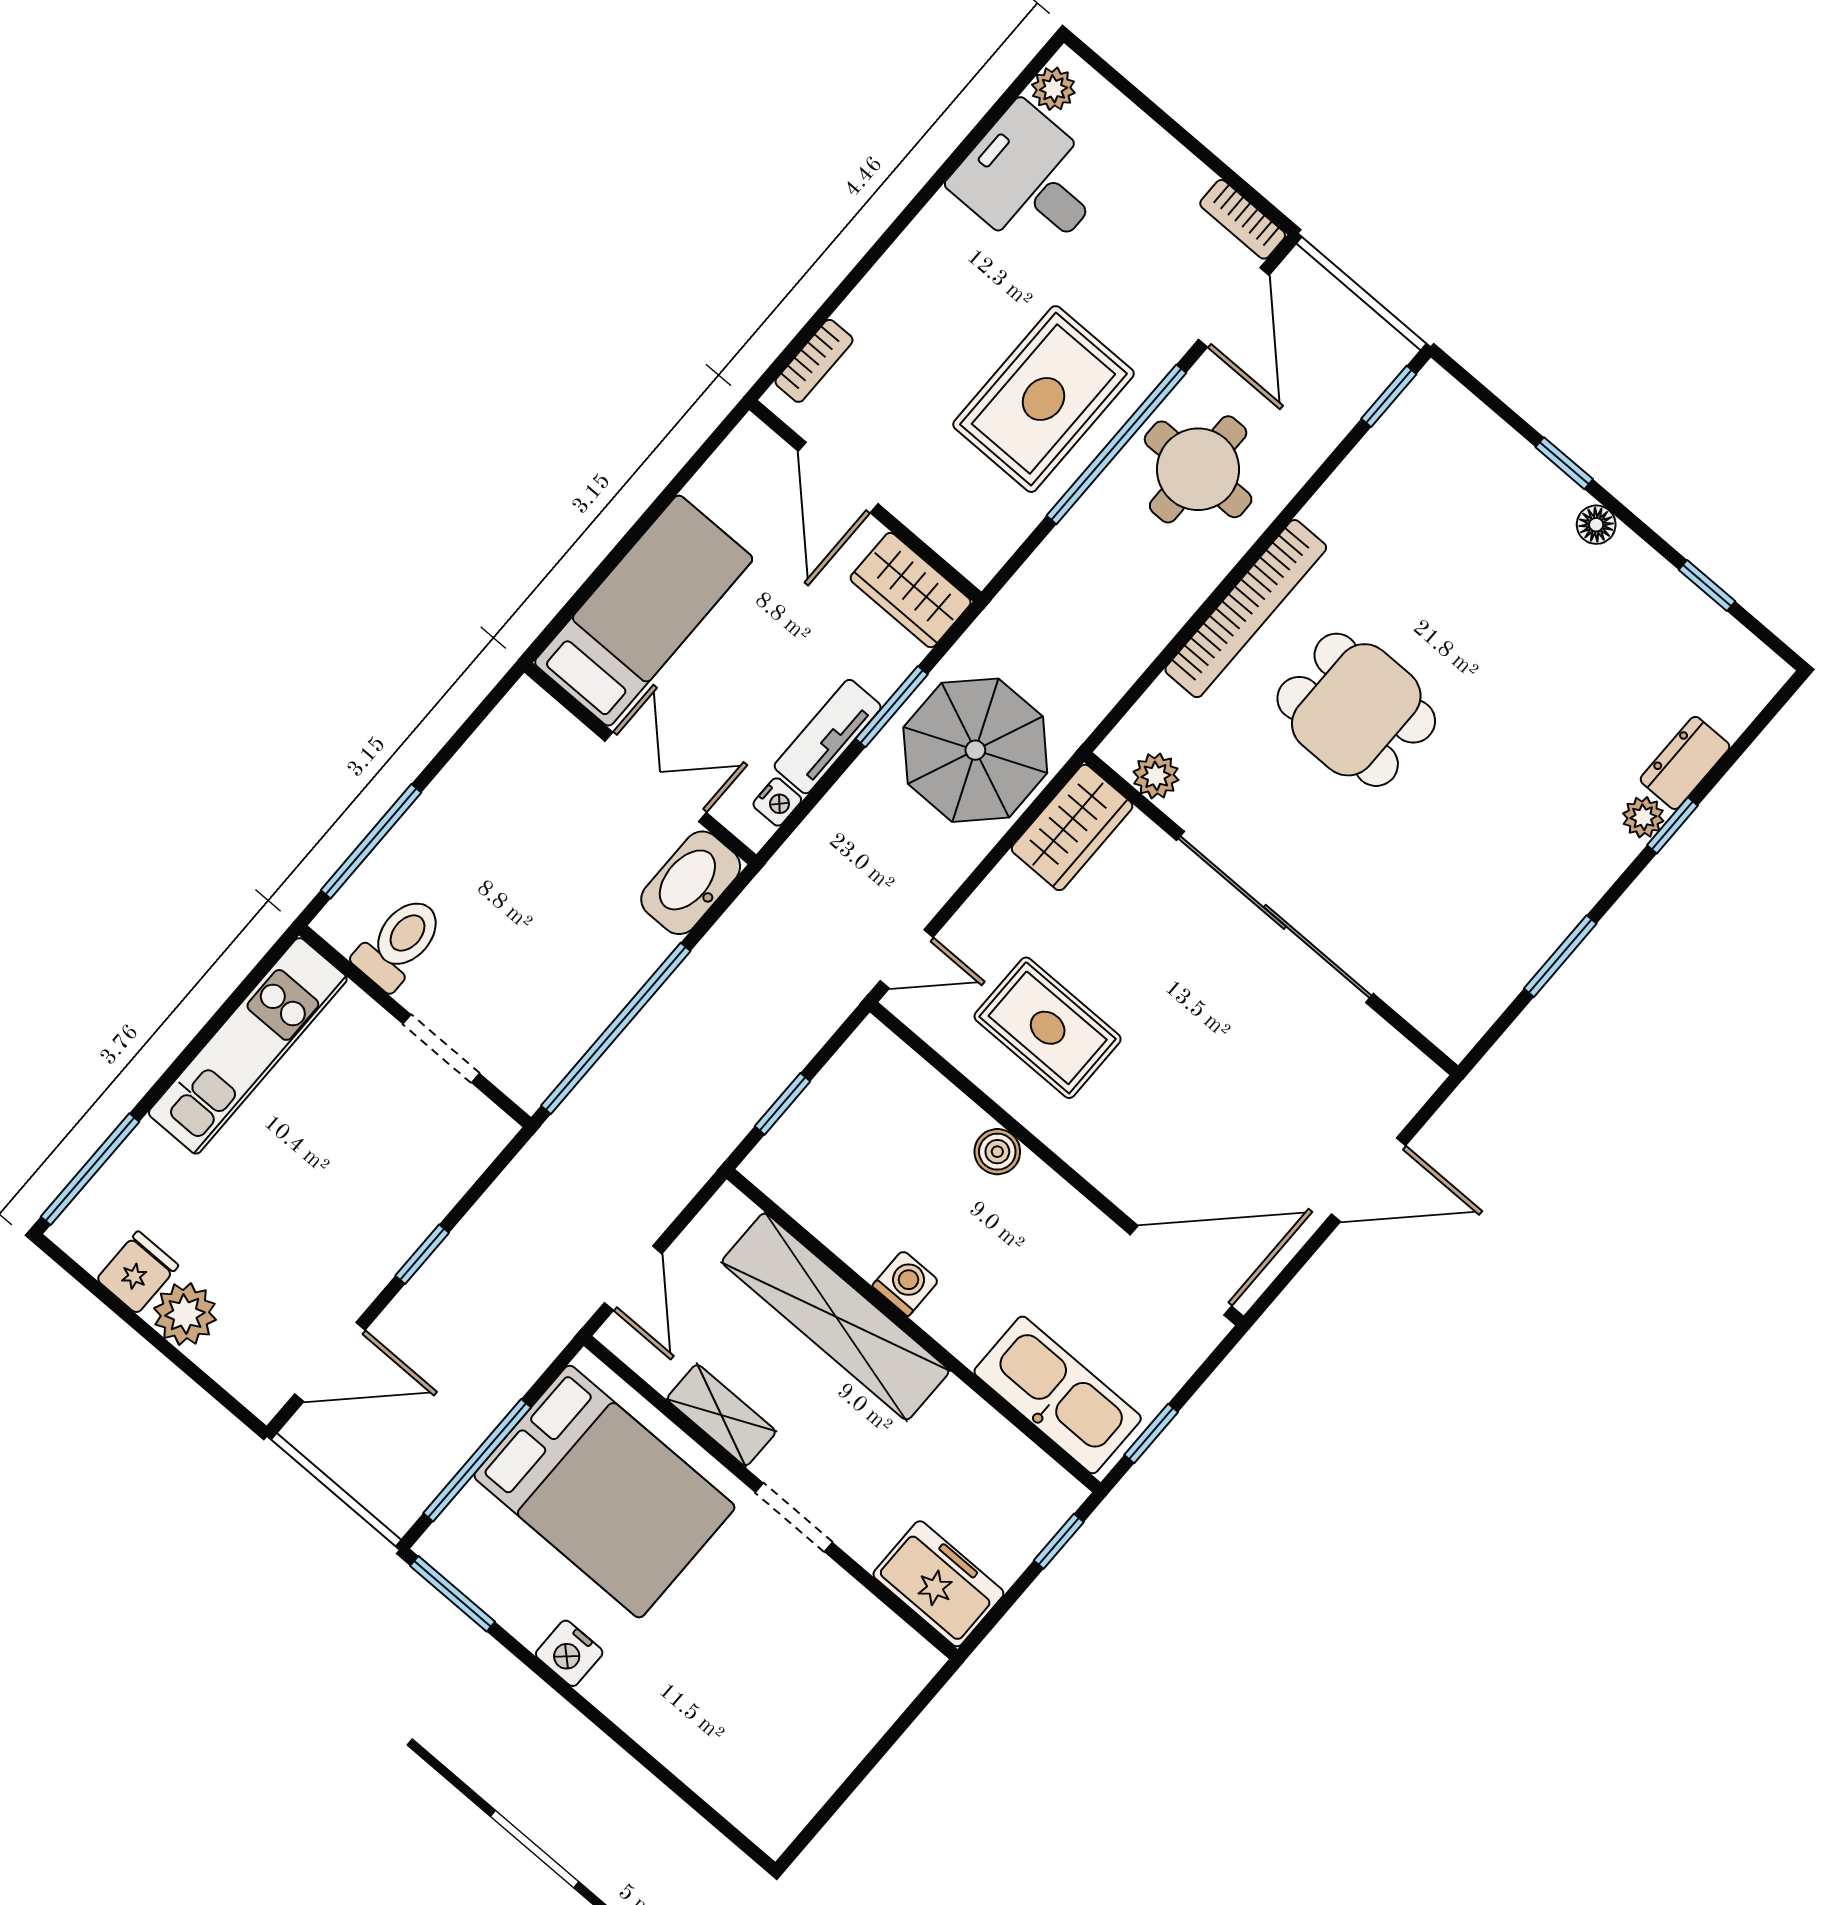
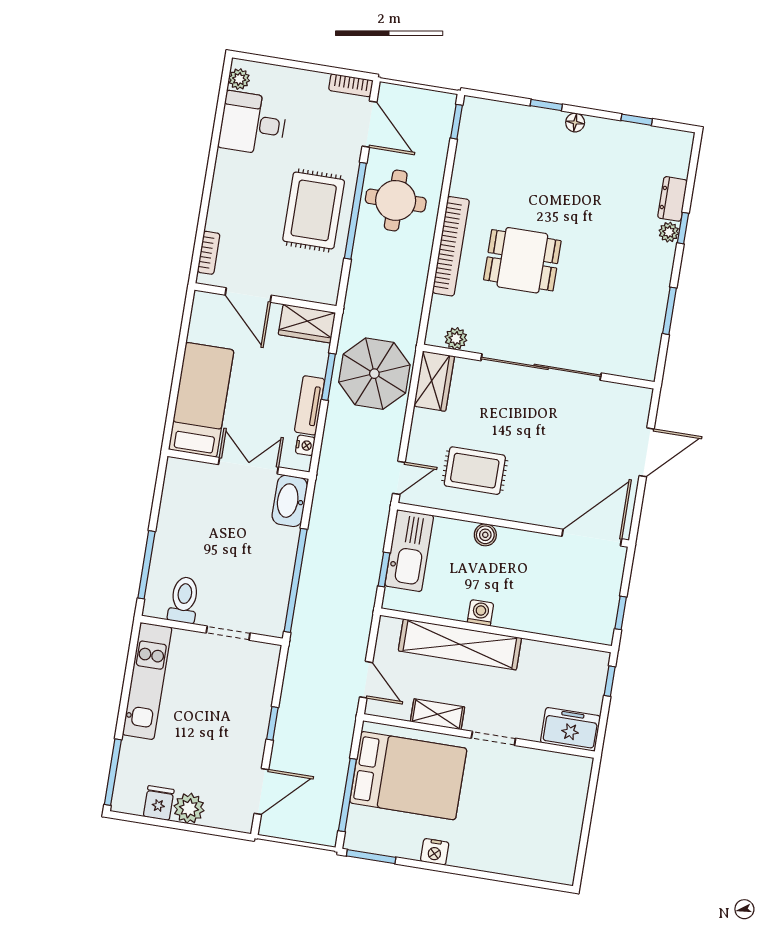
kitchen sink: (1058, 1395) -> (409, 551), moved, turned 90

